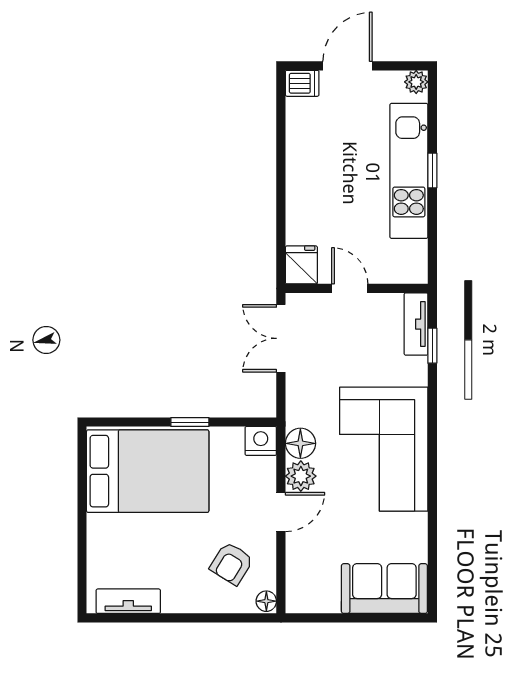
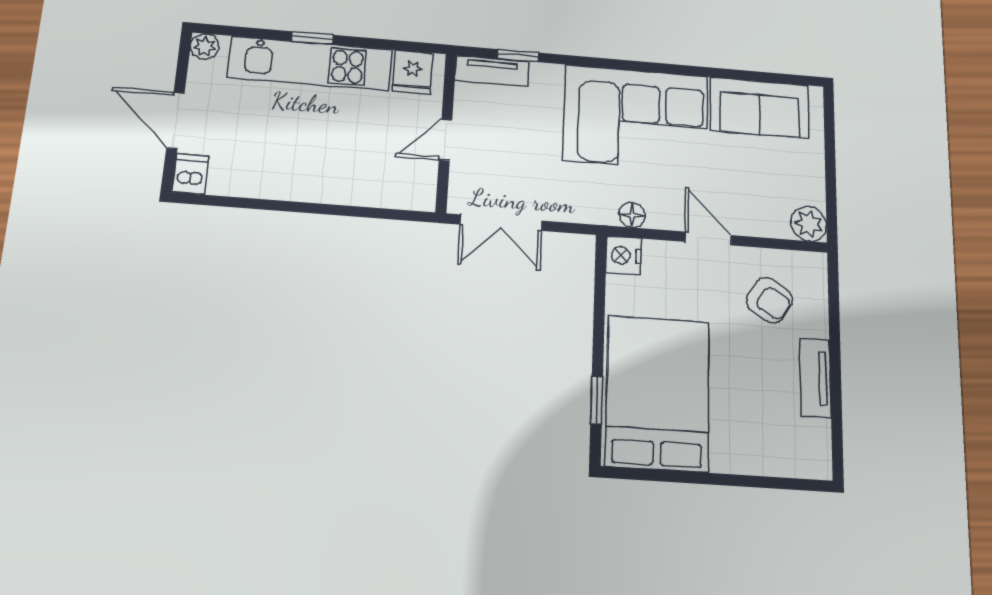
fridge: (301, 265) -> (412, 72), moved, turned -90
window: (190, 422) -> (597, 400), moved
floor lamp: (300, 443) -> (632, 215), width x0.73, depth x0.73
plant: (301, 476) -> (809, 224), moved
sofa: (384, 589) -> (759, 108), moved, turned -90
tv unit: (128, 601) -> (816, 378), moved
floor lamp: (266, 601) -> (813, 263), removed

